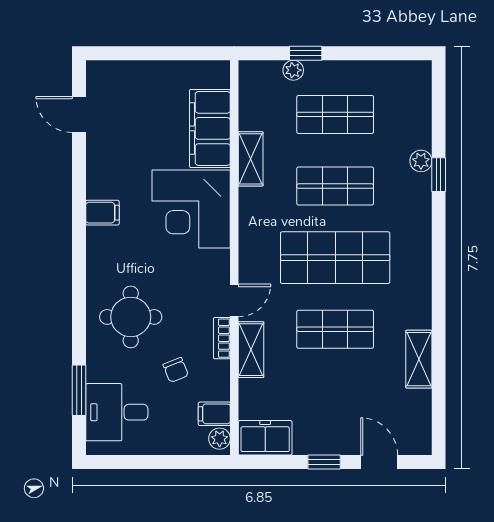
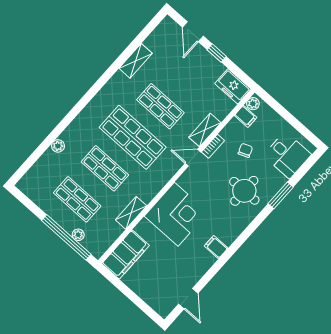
window: (306, 53) -> (66, 237), width x3.17
filing cabinet: (210, 128) -> (126, 255), moved
window: (439, 175) -> (56, 133), removed
window: (79, 390) -> (281, 195), moved

